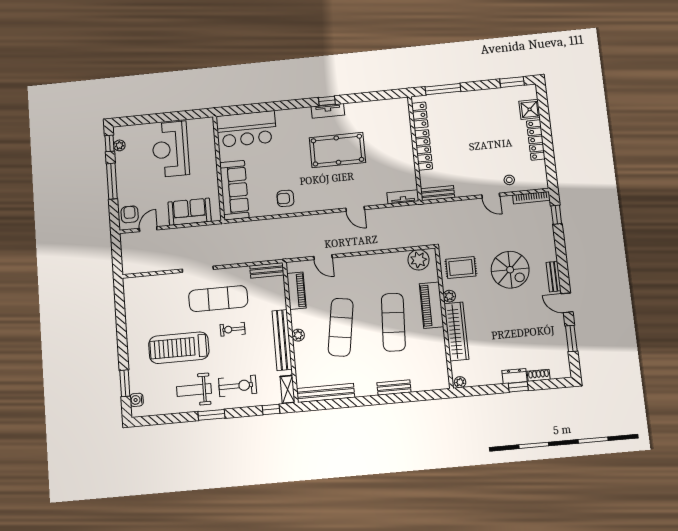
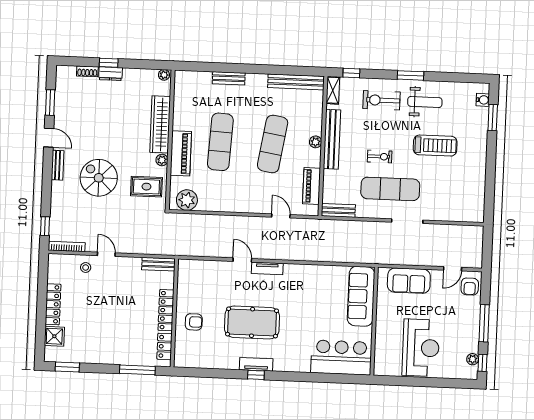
tv unit: (403, 197) -> (267, 268), moved
armchair: (285, 198) -> (194, 322), moved
treadmill: (179, 348) -> (435, 146), width x0.73, depth x0.73

